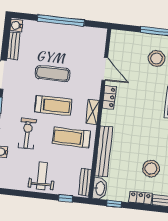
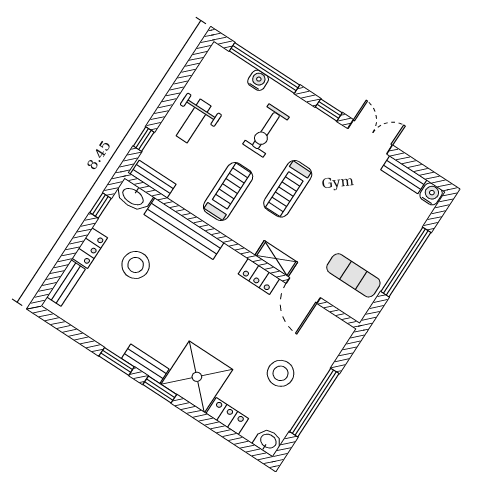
door: (105, 69) -> (303, 291), hinge flipped
exercise mat: (53, 74) -> (353, 275), moved, turned 90
shelving: (93, 112) -> (276, 259), moved
exercise bike: (27, 134) -> (266, 131), turned 90
stool: (151, 169) -> (136, 265), moved
weight bench: (42, 176) -> (194, 121), turned 90

